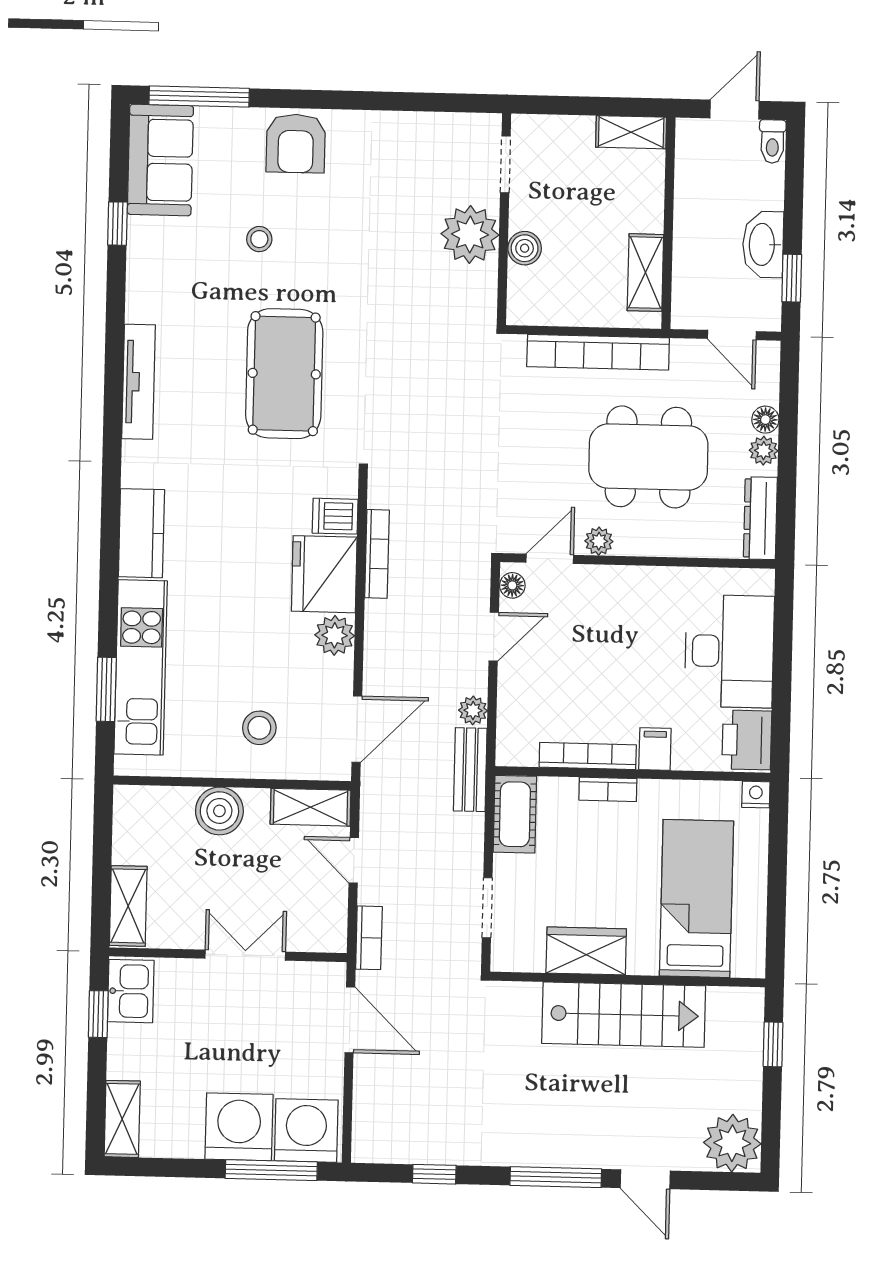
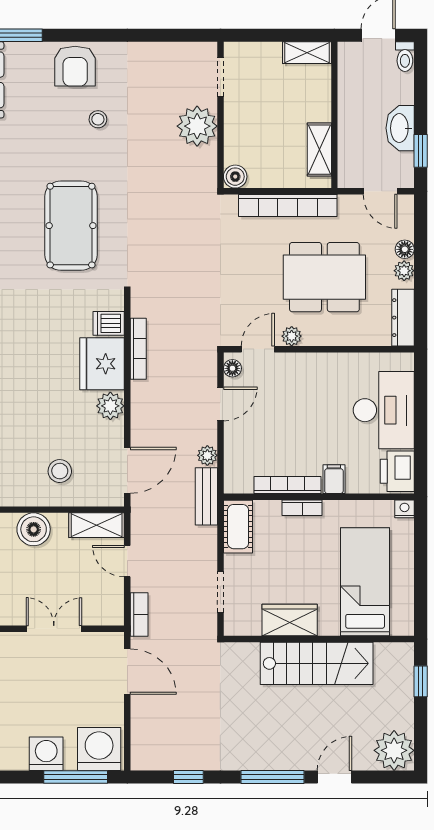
stool: (259, 239) -> (98, 119), moved
boiler: (525, 248) -> (235, 177), moved
washing machine: (239, 1127) -> (46, 754), width x0.73, depth x0.73
door: (645, 1179) -> (334, 777), swing flipped

